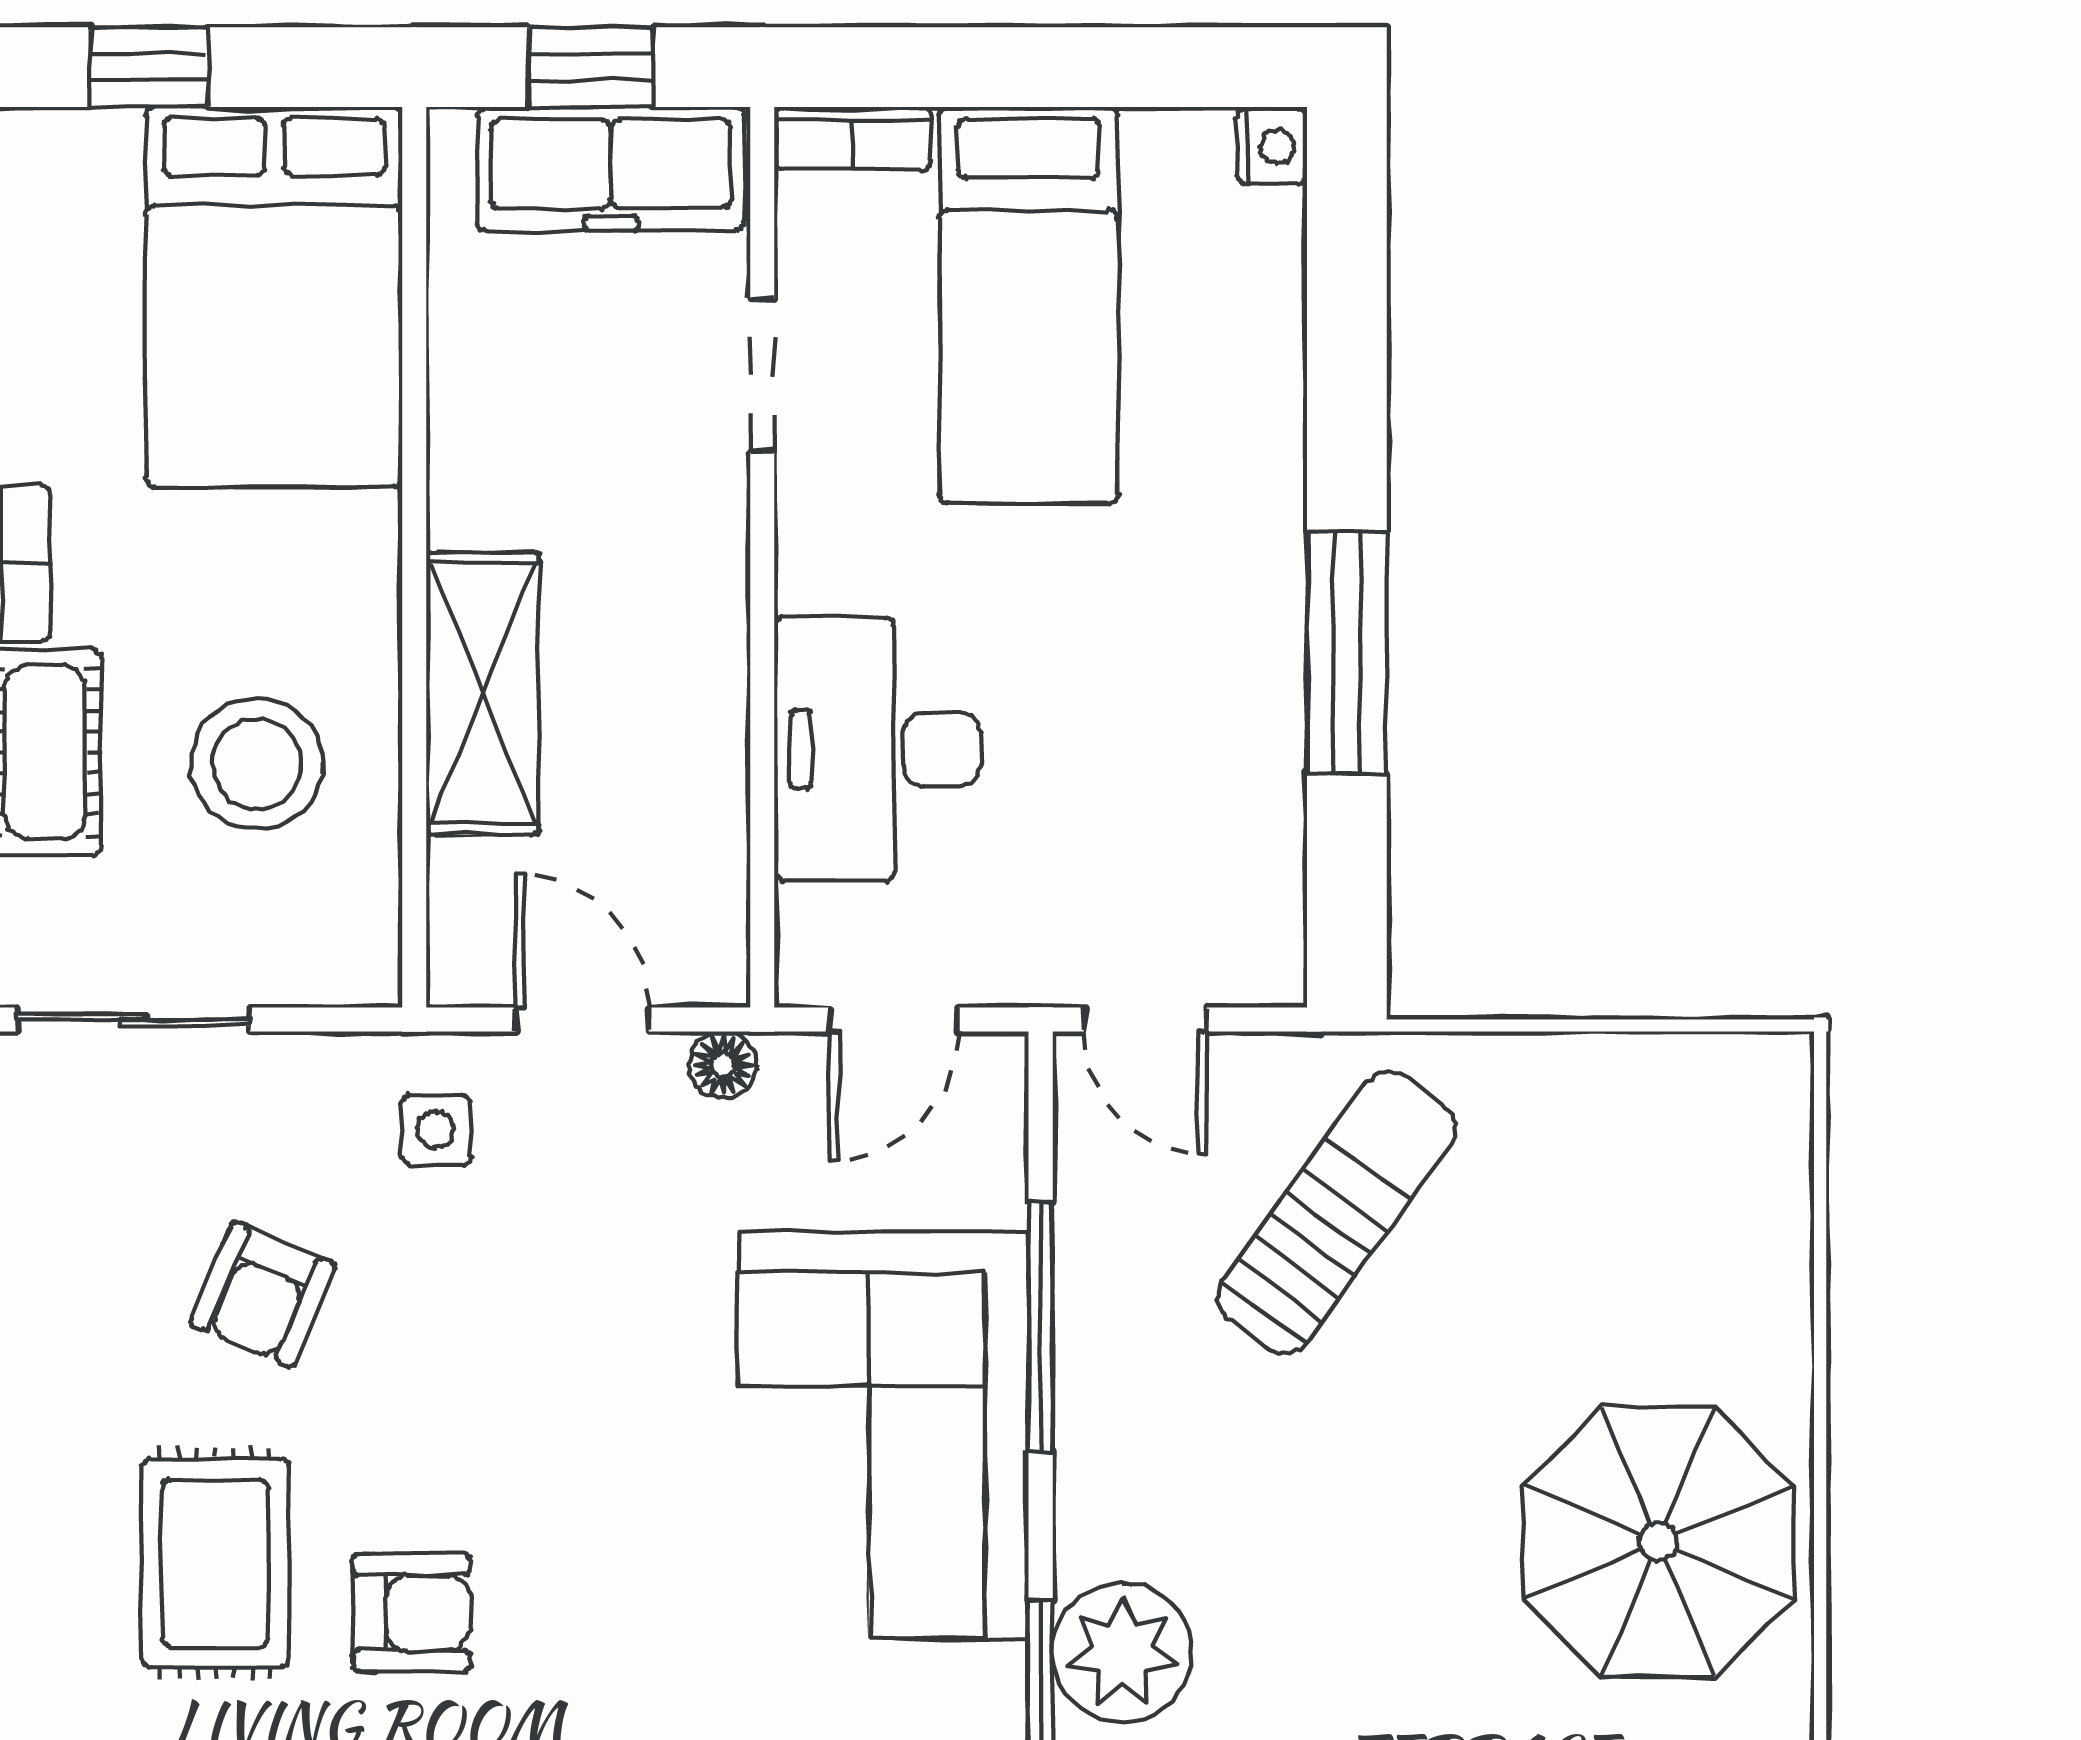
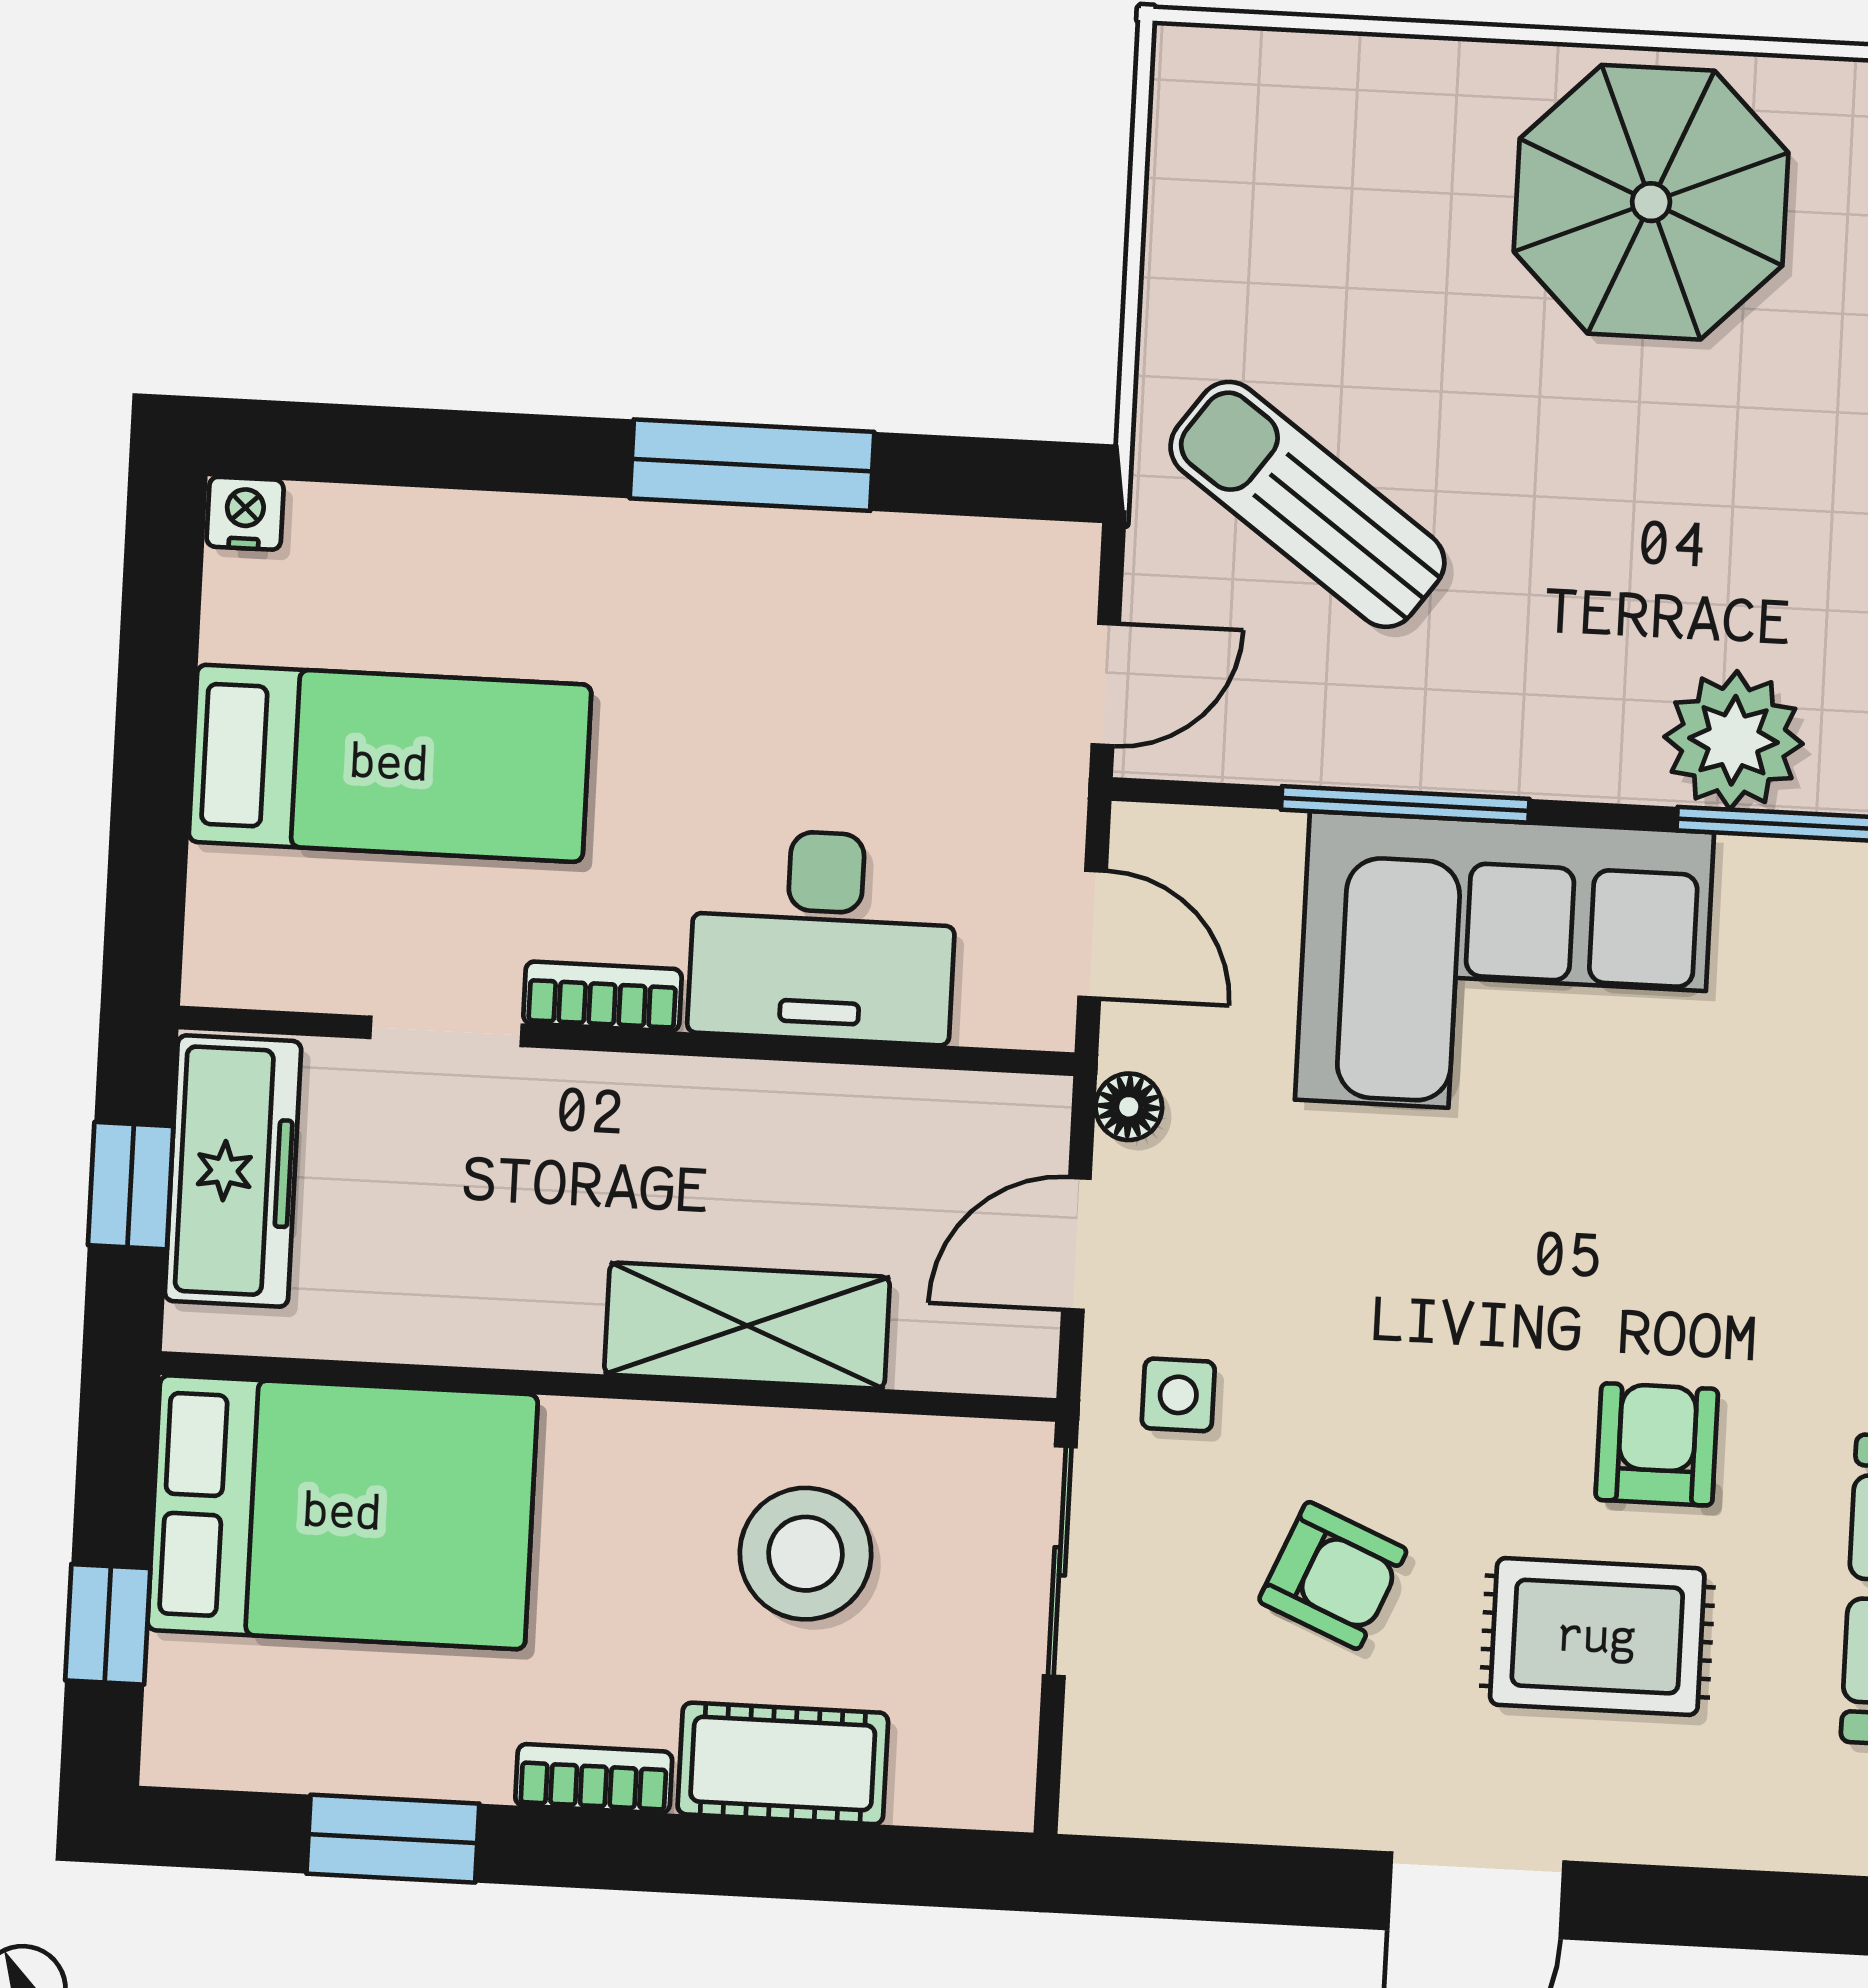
bookcase: (853, 138) -> (602, 996), moved, turned -90
sliding door: (134, 1020) -> (1060, 1561), moved

